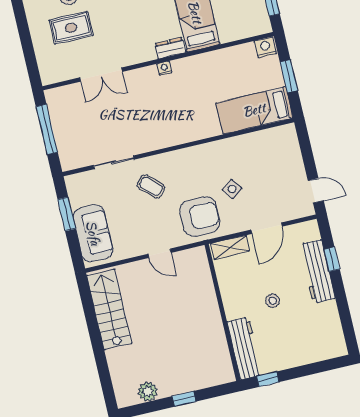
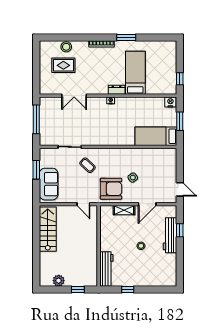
wall: (223, 312) -> (99, 246), moved
workbench: (245, 348) -> (106, 269), moved

